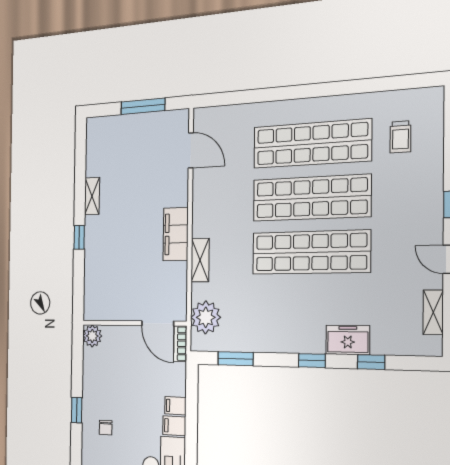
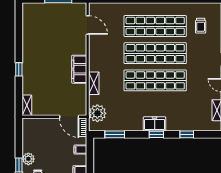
shelving: (92, 196) -> (27, 105), moved
plant: (92, 336) -> (28, 159), moved
freezer: (348, 340) -> (155, 124), moved
filing cabinet: (175, 406) -> (80, 150), moved

